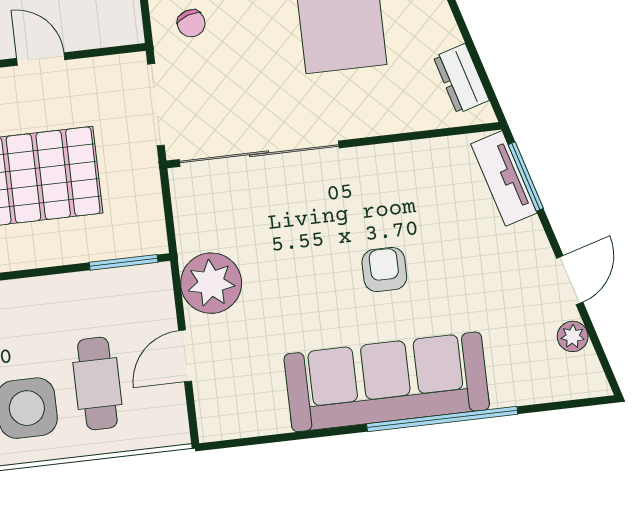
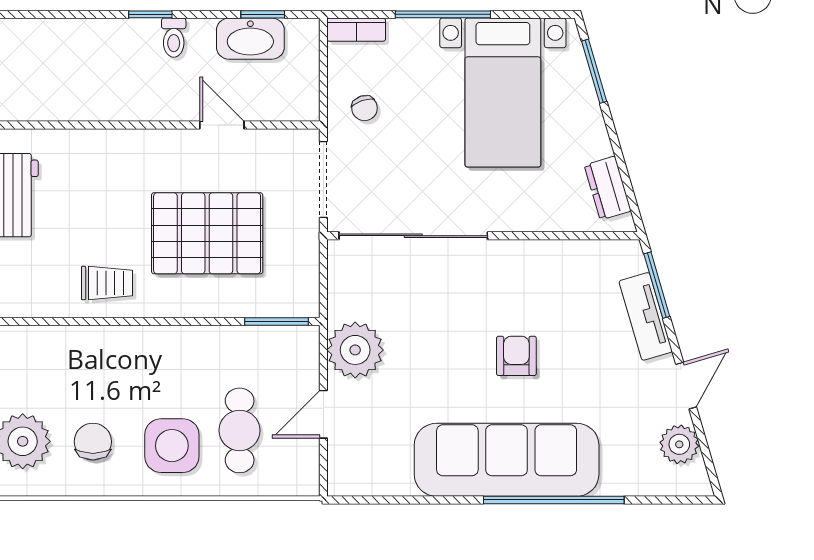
tv unit: (504, 178) -> (646, 316), moved
plant: (573, 336) -> (679, 444), width x1.38, depth x1.38

